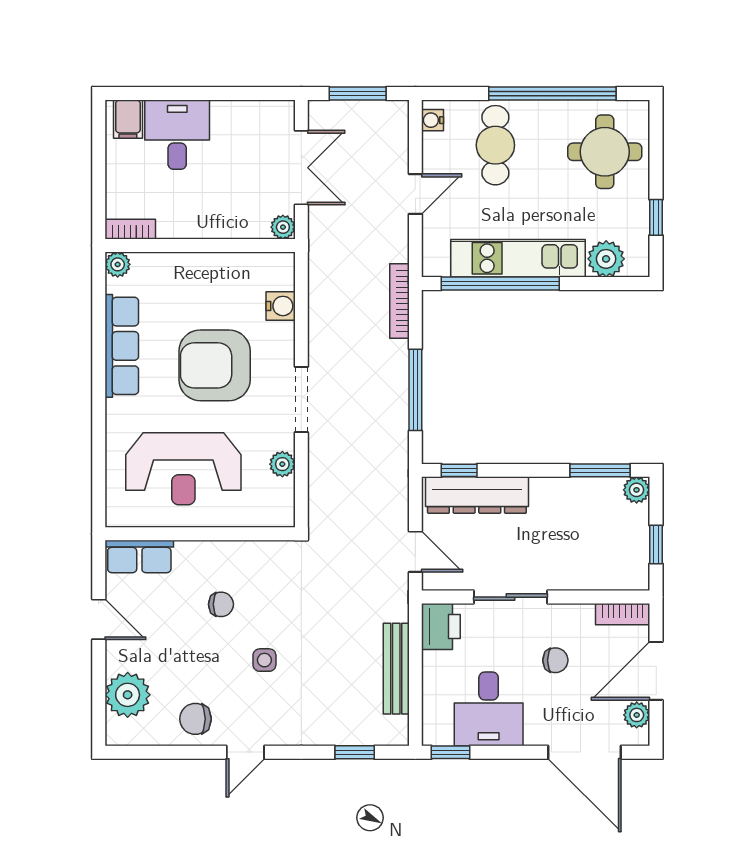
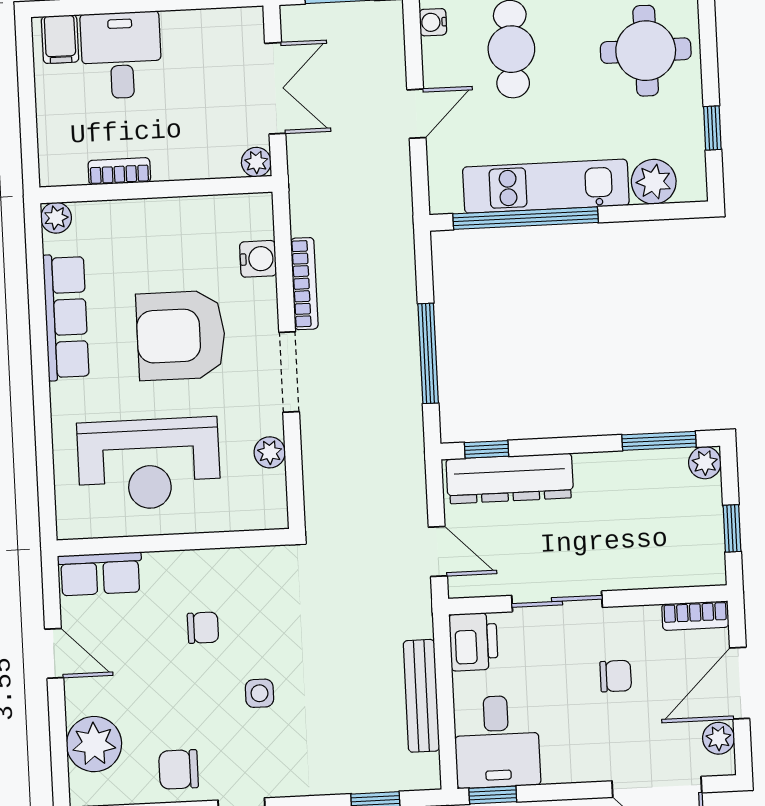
bookcase: (130, 229) -> (119, 171), moved
bookcase: (399, 301) -> (304, 284), moved, turned 180
desk: (489, 709) -> (497, 742), moved

